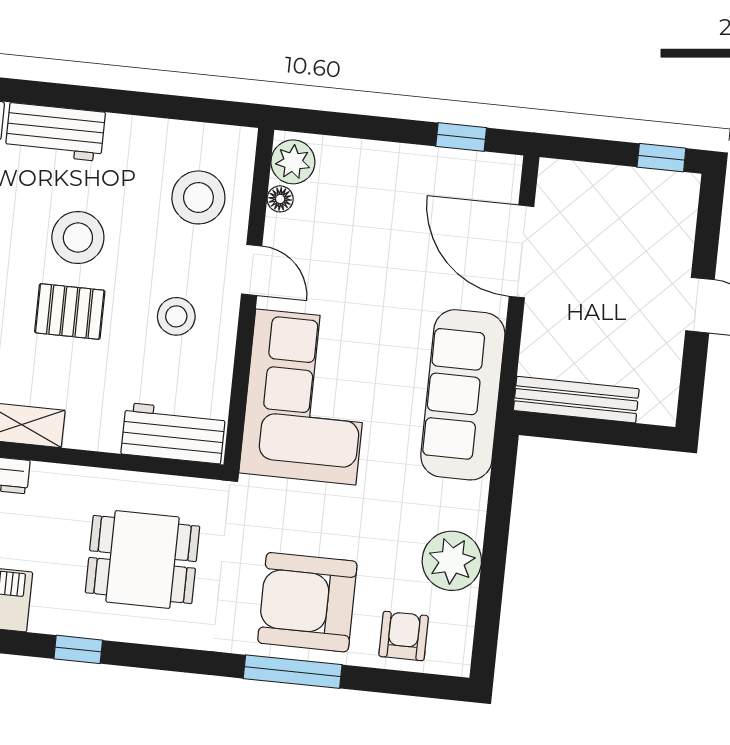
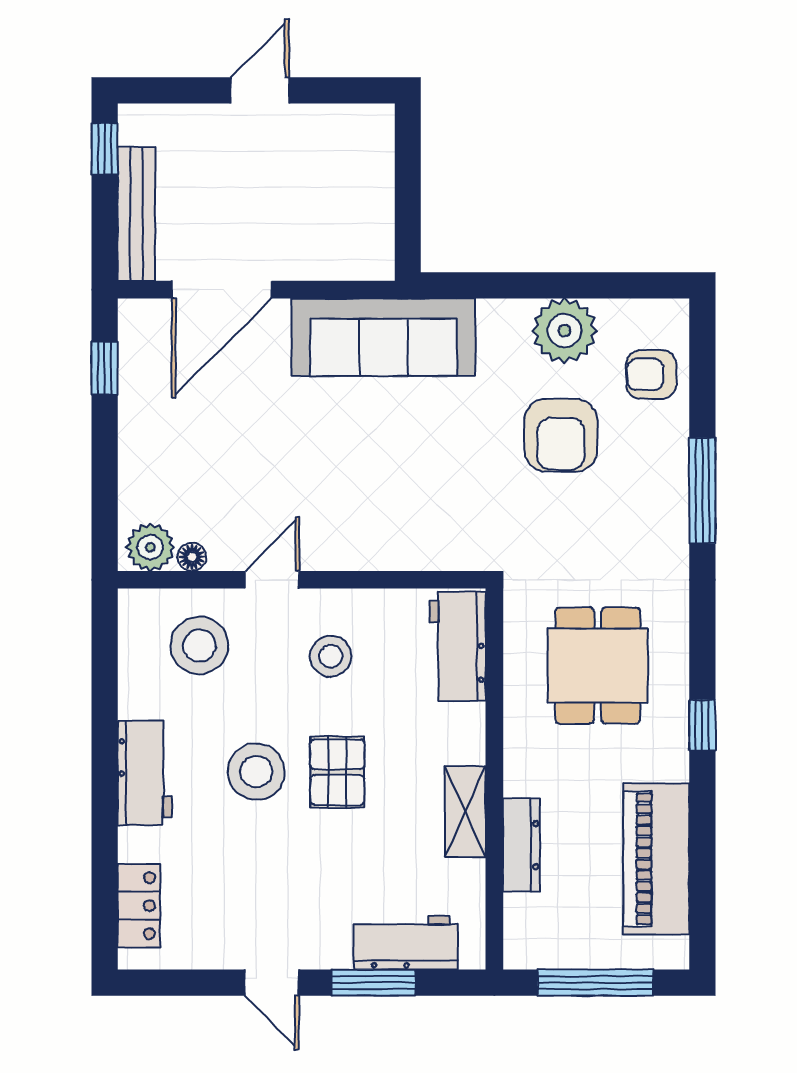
workbench: (55, 132) -> (145, 773), moved
corner sofa: (306, 397) -> (403, 507), removed
bench: (576, 400) -> (136, 214), moved
armchair: (307, 602) -> (561, 435), moved, width x0.73, depth x0.73

